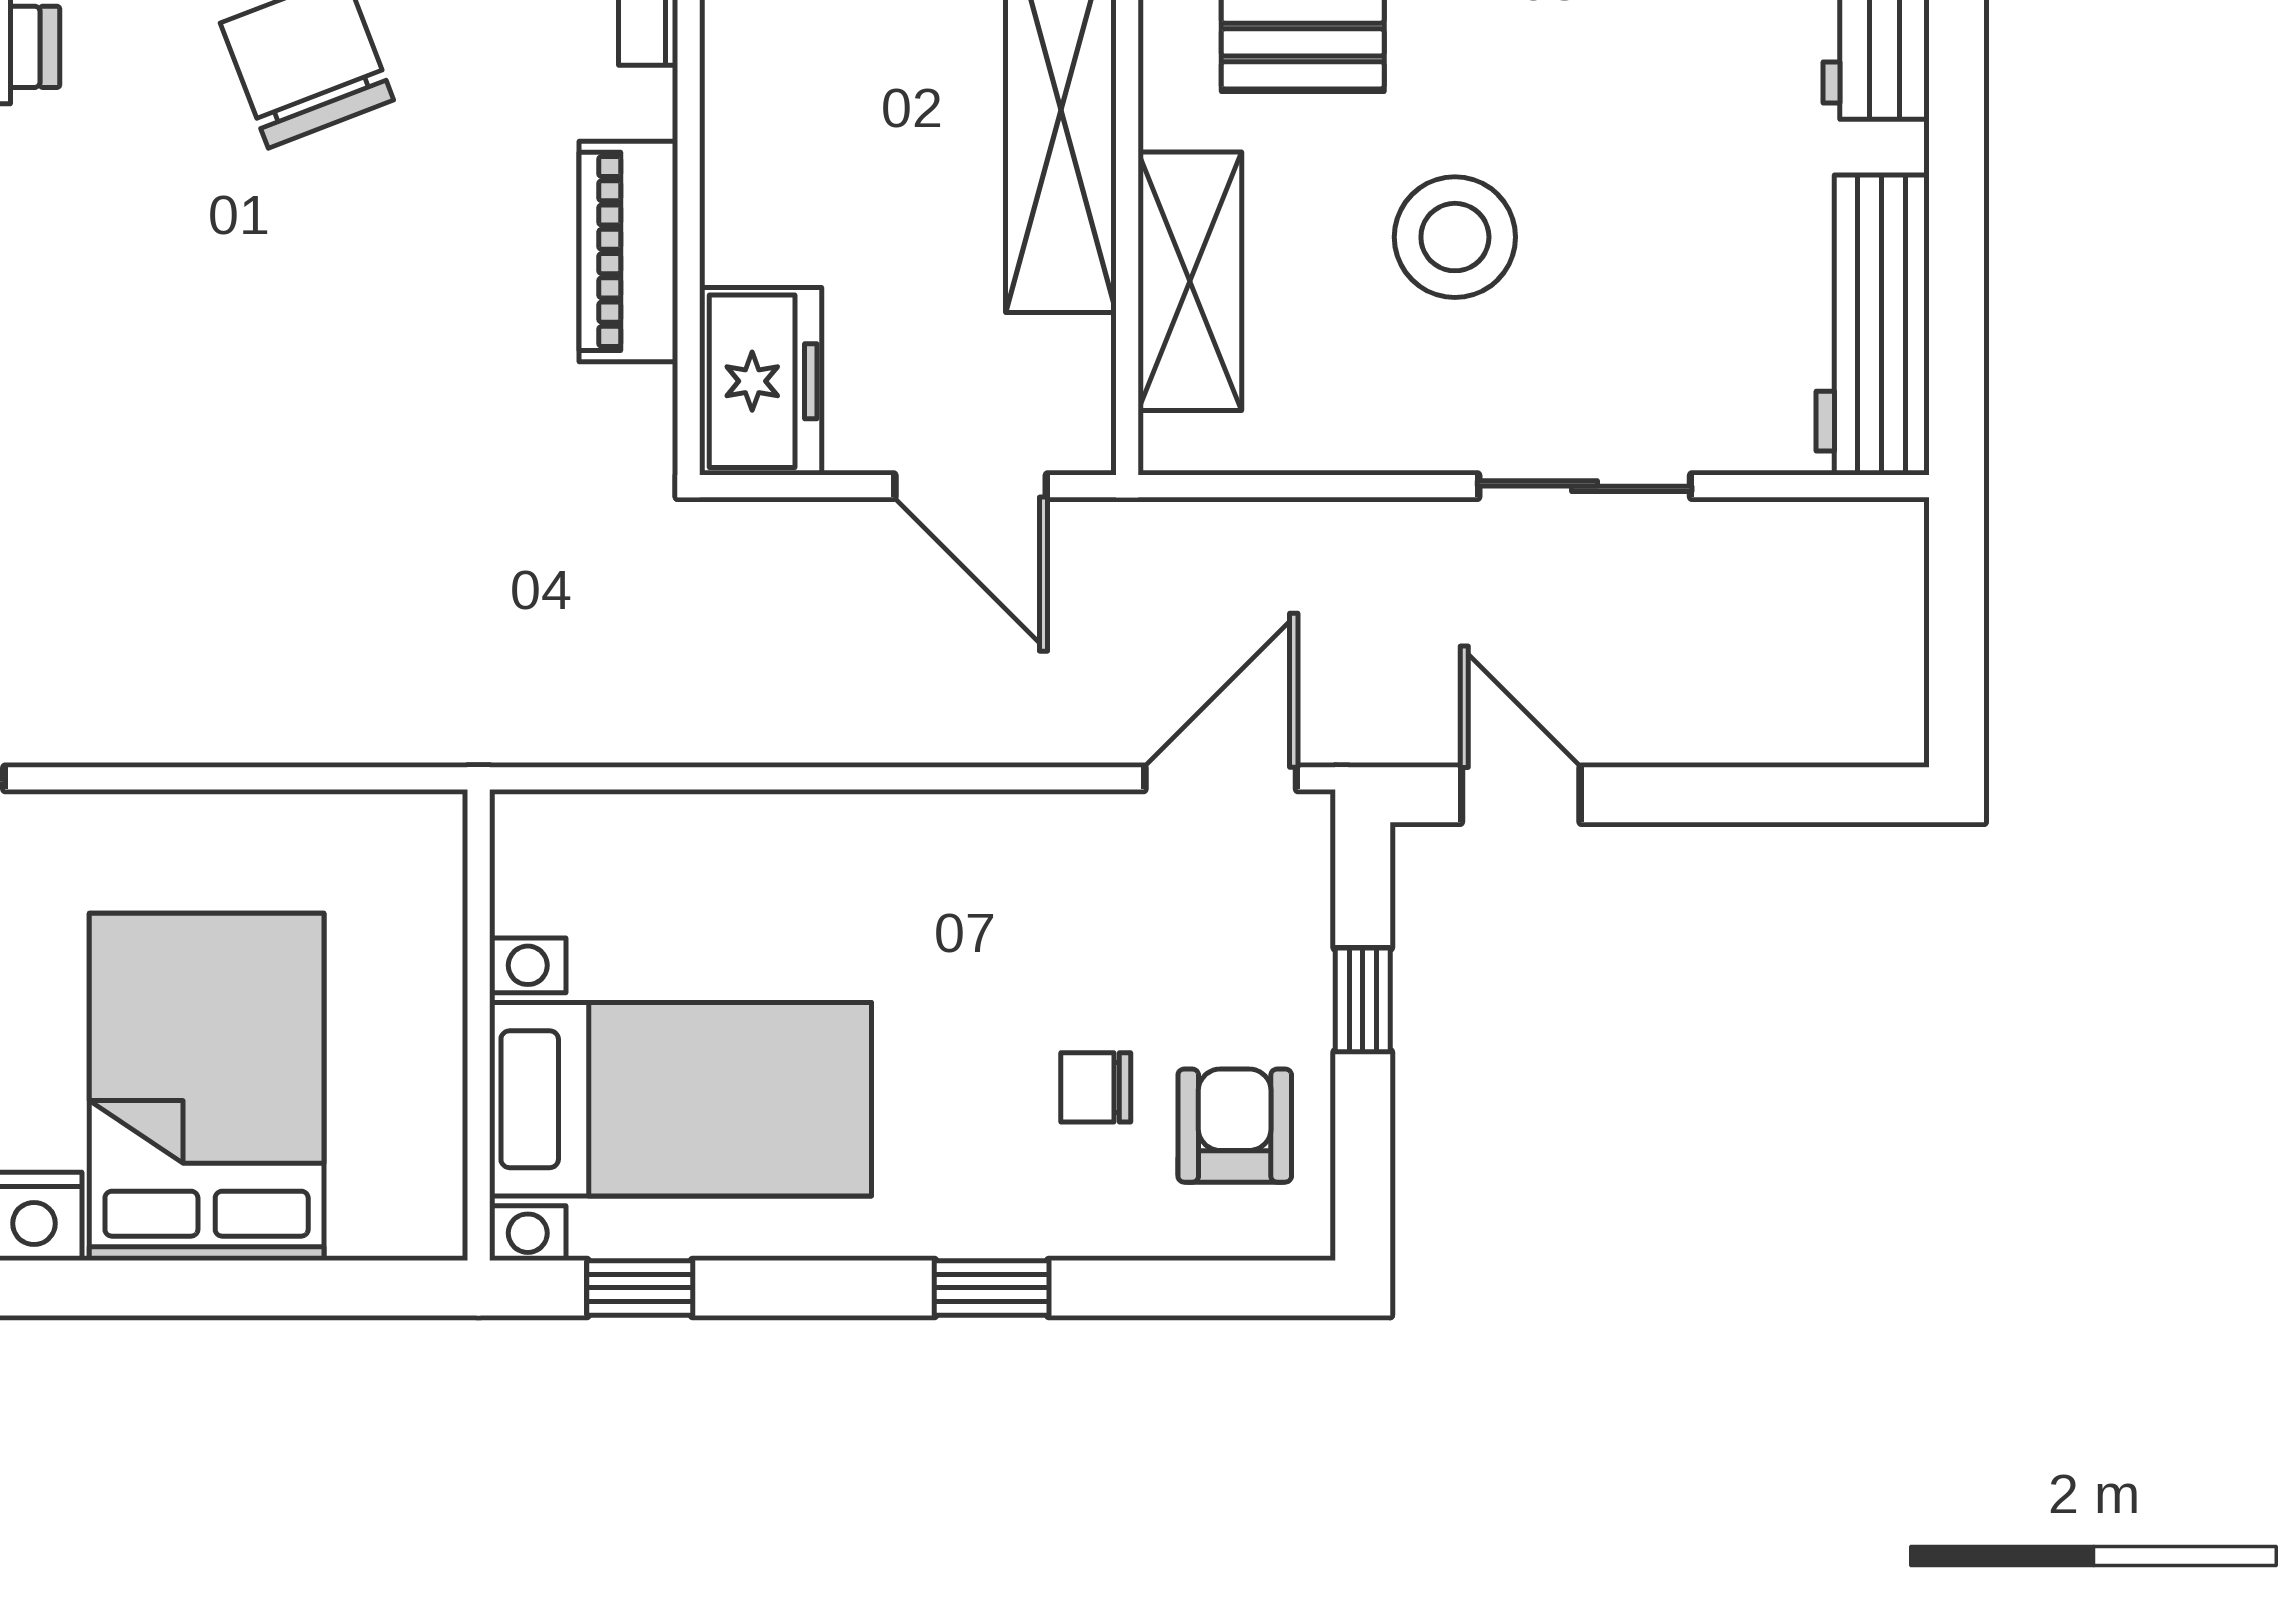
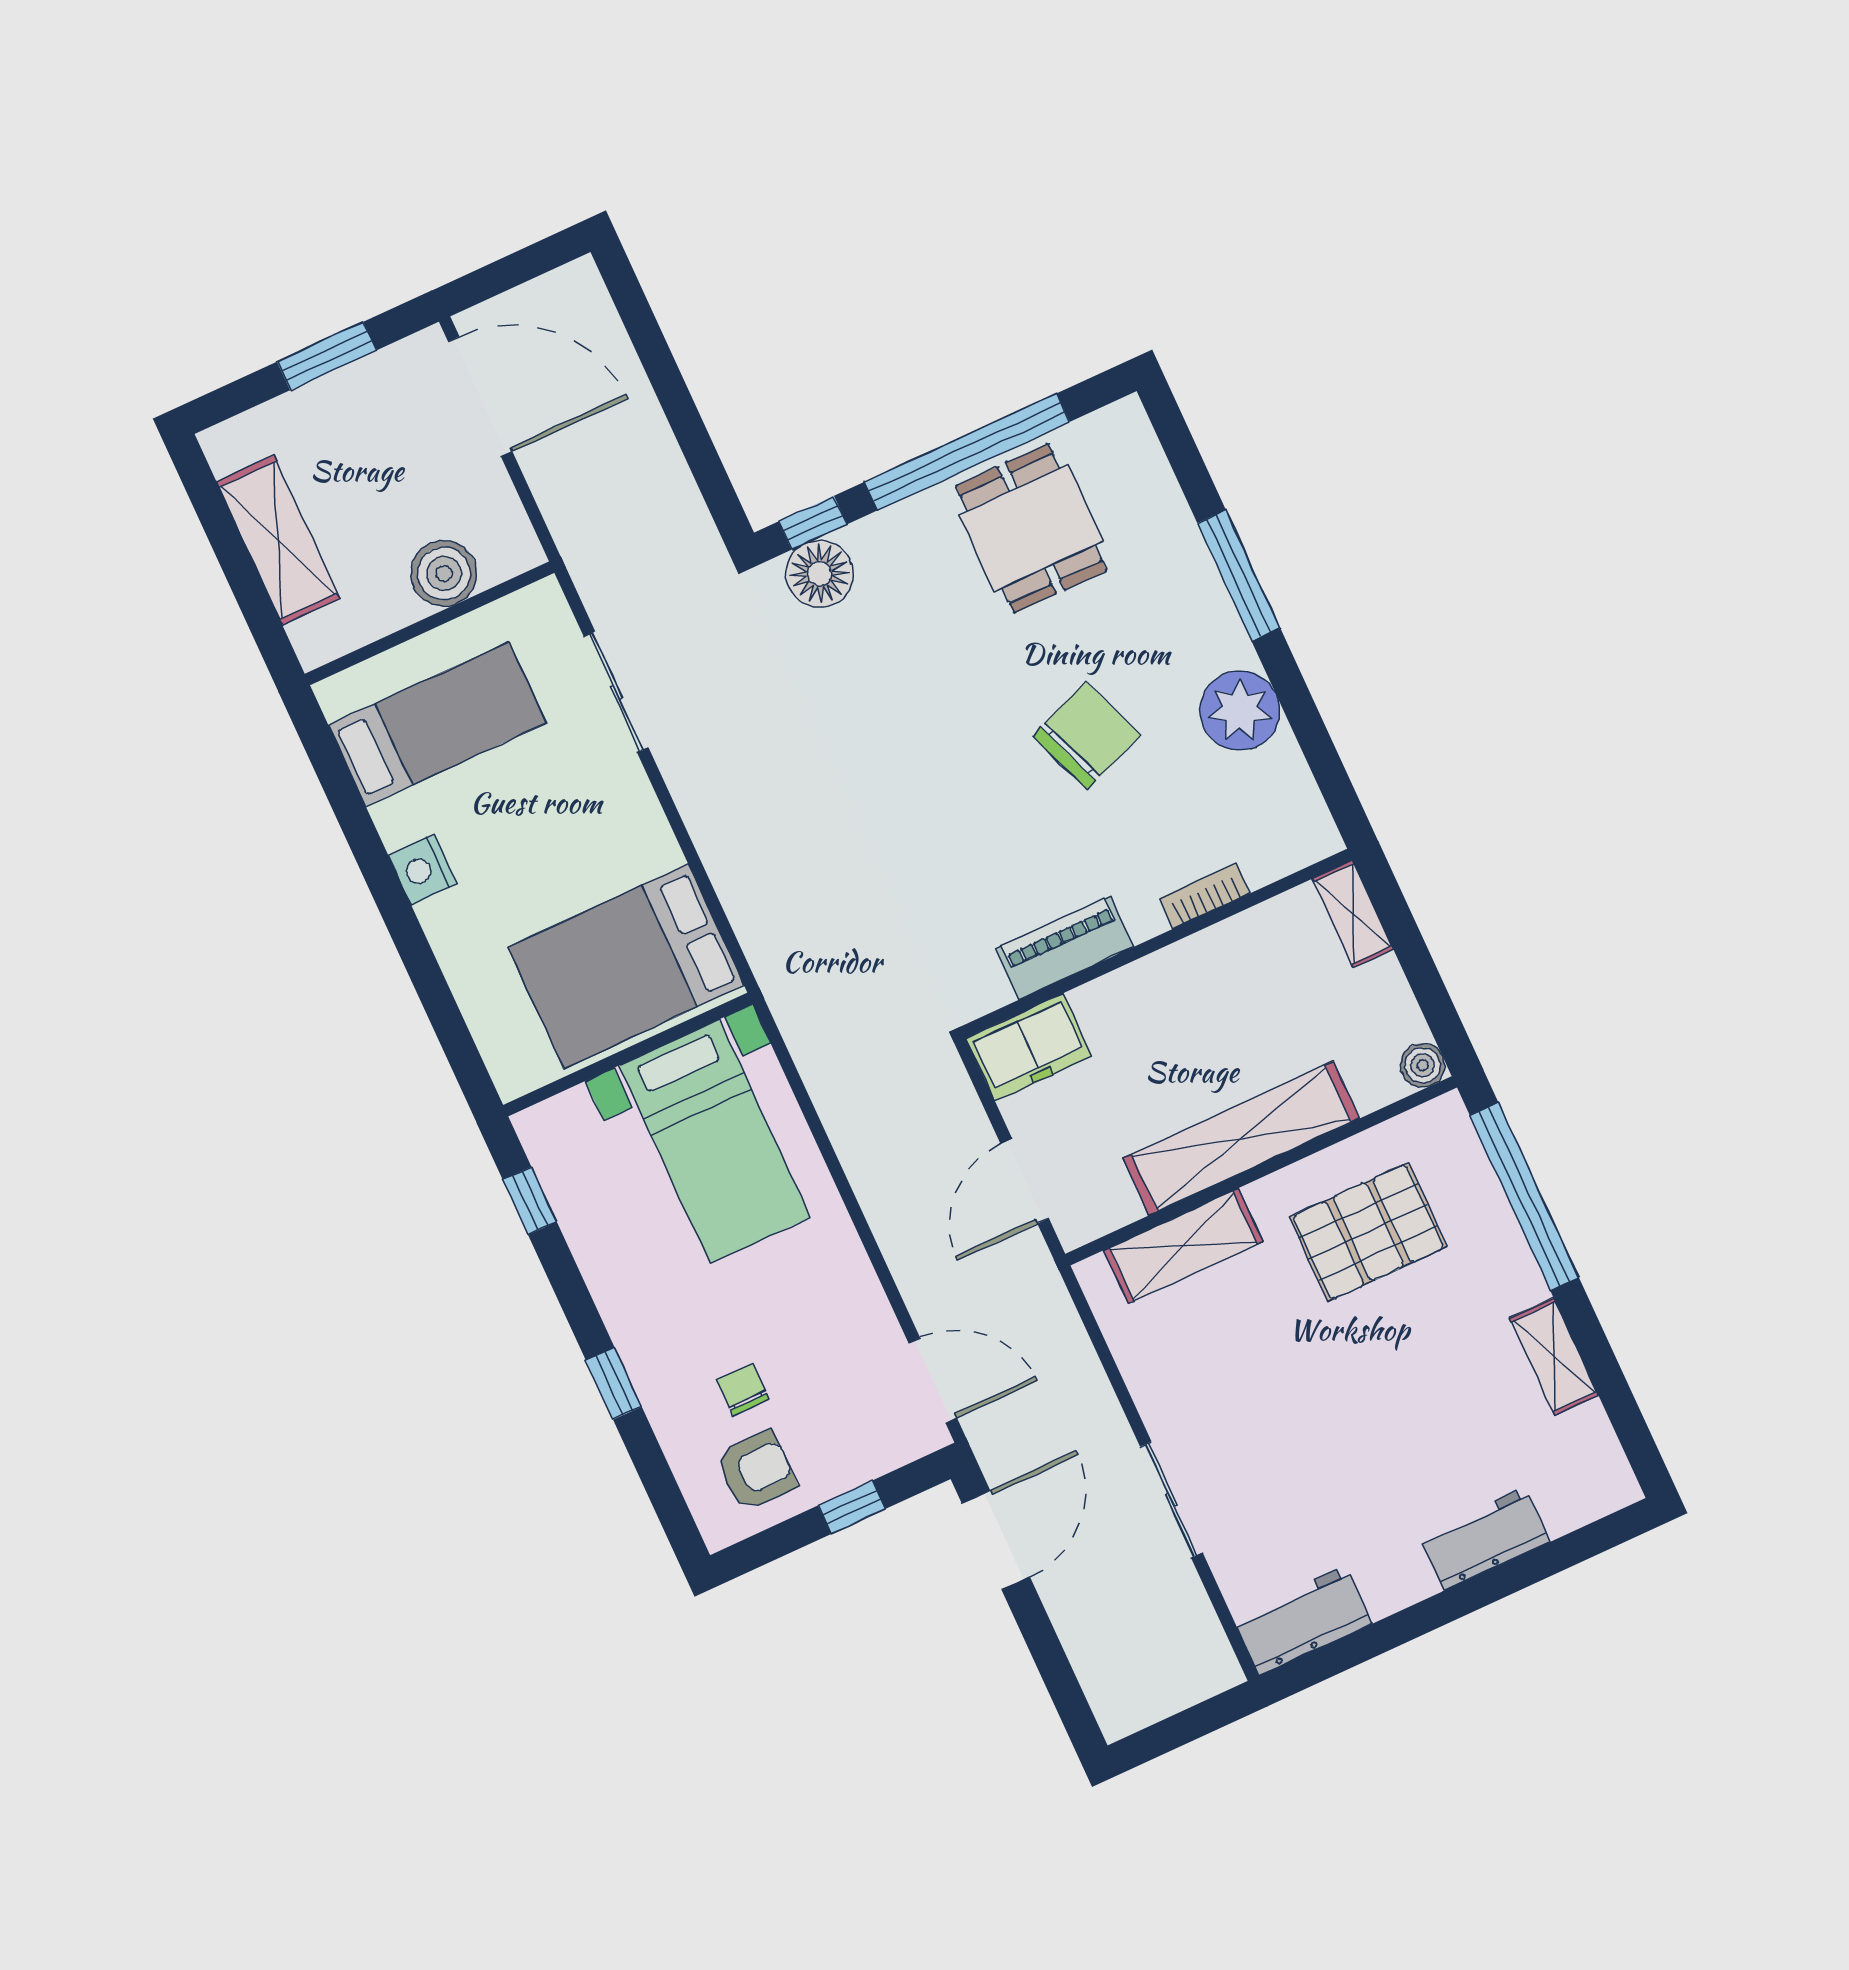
stool: (1455, 237) -> (1269, 1373), removed
workbench: (1873, 325) -> (1302, 1620), width x0.73
door: (1521, 795) -> (996, 1540), width x1.38
bed: (207, 1087) -> (626, 966), moved, turned 180
bed with nightstands: (681, 1099) -> (715, 1141), moved

